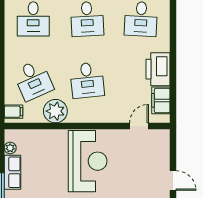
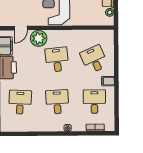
plant: (55, 111) -> (39, 38), moved
filing cabinet: (13, 112) -> (108, 81), moved

